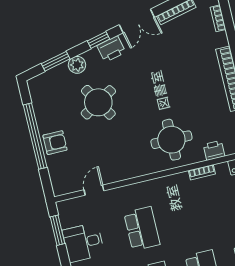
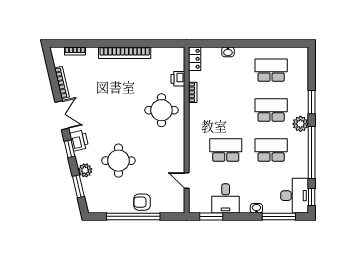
round table: (98, 102) -> (118, 161), turned 31
armchair: (55, 143) -> (142, 202), turned -90

